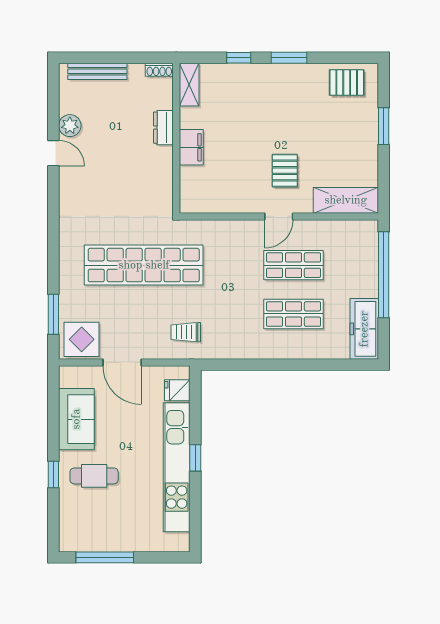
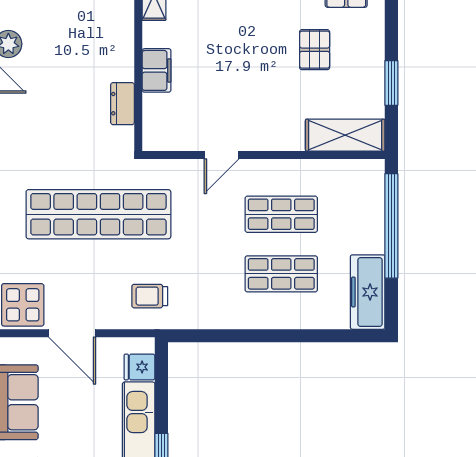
window: (384, 126) -> (391, 83), moved
dresser: (163, 128) -> (123, 104), moved
pallet: (285, 171) -> (315, 50), moved
door: (279, 216) -> (222, 155), moved

